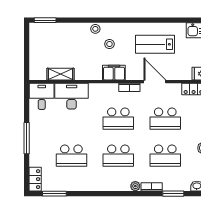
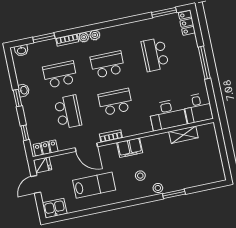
window: (45, 20) -> (174, 194), moved
school desk: (165, 119) -> (68, 112), turned 90
school desk: (71, 156) -> (155, 55), turned -90
plant: (124, 186) -> (95, 35), added

